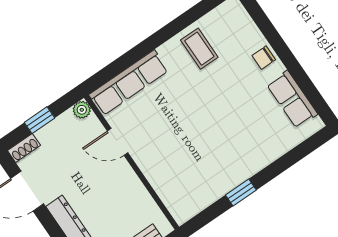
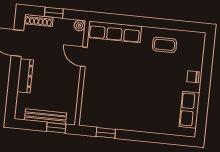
coffee table: (199, 49) -> (165, 45), turned 90
shoe rack: (24, 148) -> (38, 20), width x1.43
window: (241, 192) -> (106, 133), moved

